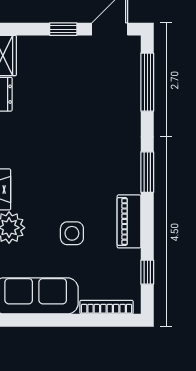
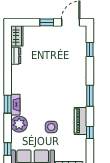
window: (147, 82) -> (90, 50), width x0.46
window: (147, 272) -> (90, 132), moved

